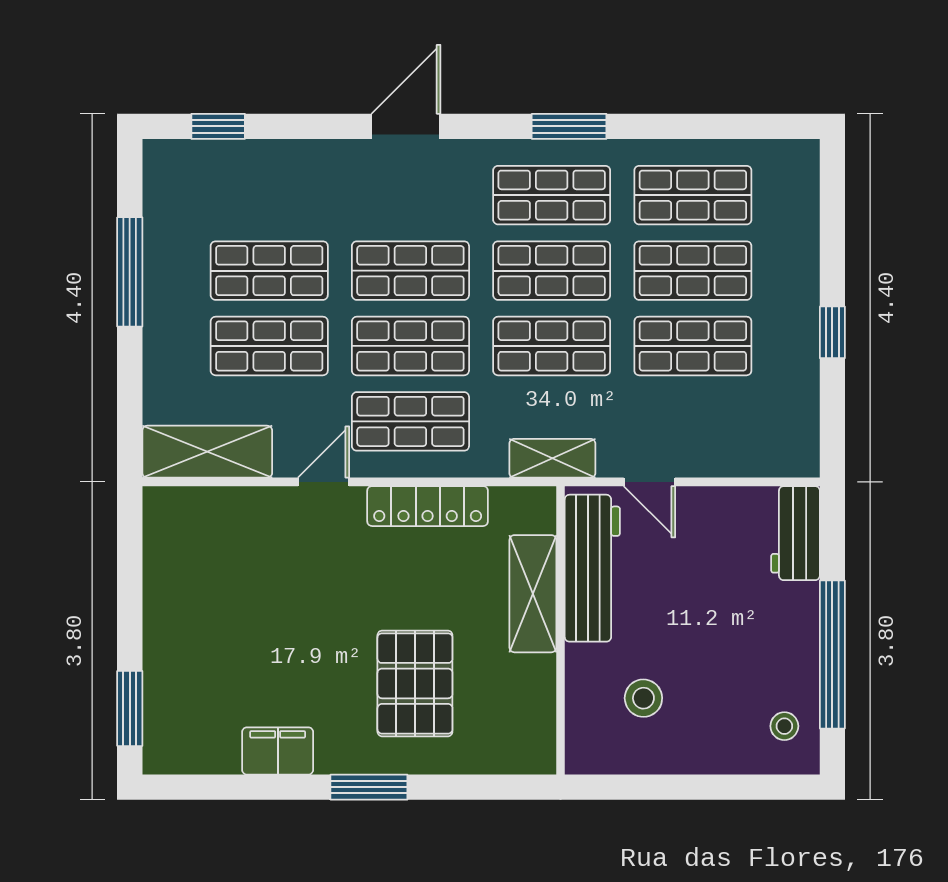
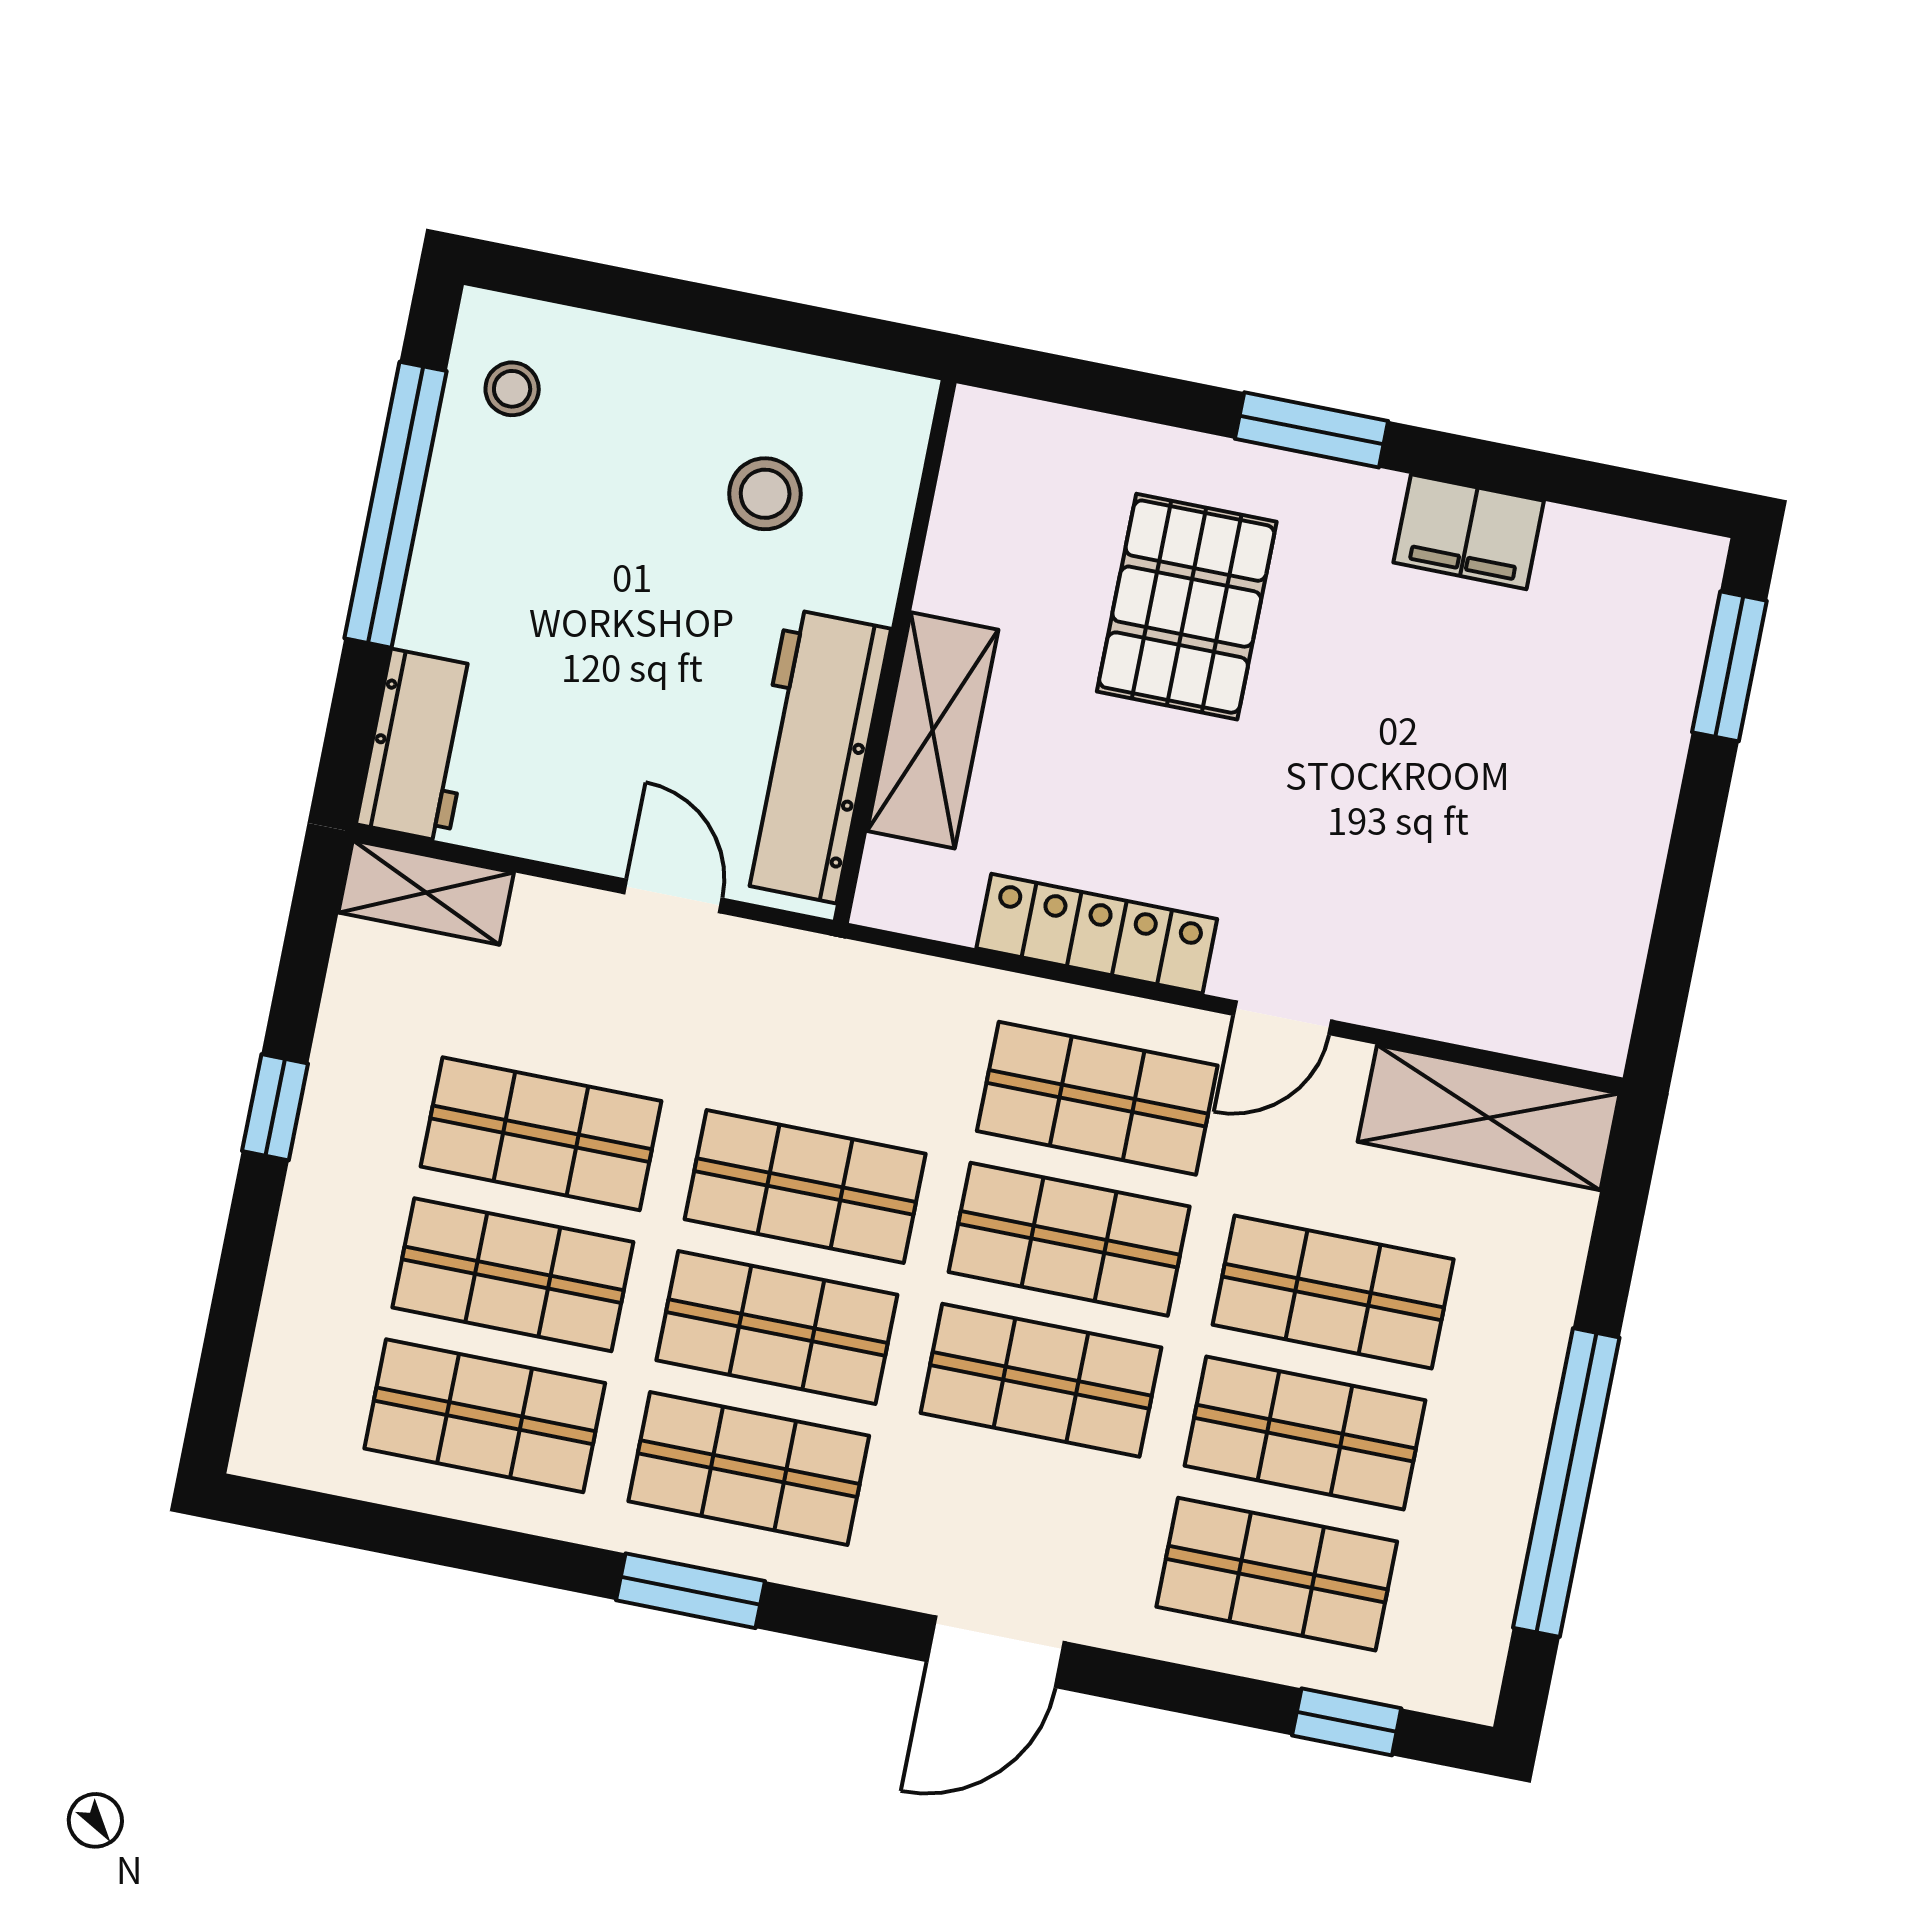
shop shelf: (269, 195) -> (1277, 1574), added
window: (130, 272) -> (1566, 1483), width x1.46
shelving: (552, 458) -> (426, 892), moved

